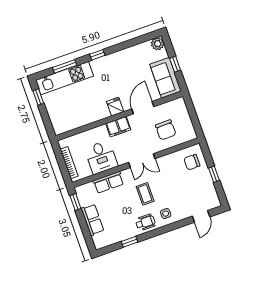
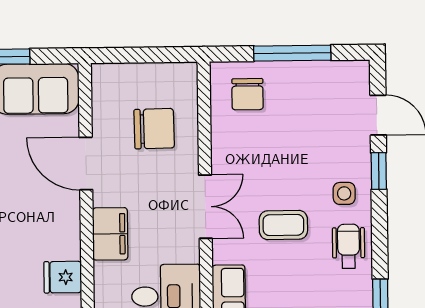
fridge: (115, 107) -> (63, 277), moved
window: (214, 174) -> (292, 53), width x2.17
window: (179, 224) -> (379, 171), added

